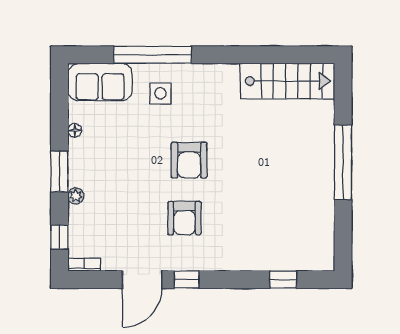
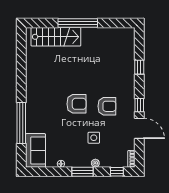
stairs: (287, 81) -> (56, 37), moved, turned 90
side table: (161, 93) -> (94, 138), moved
window: (283, 280) -> (139, 67), moved

